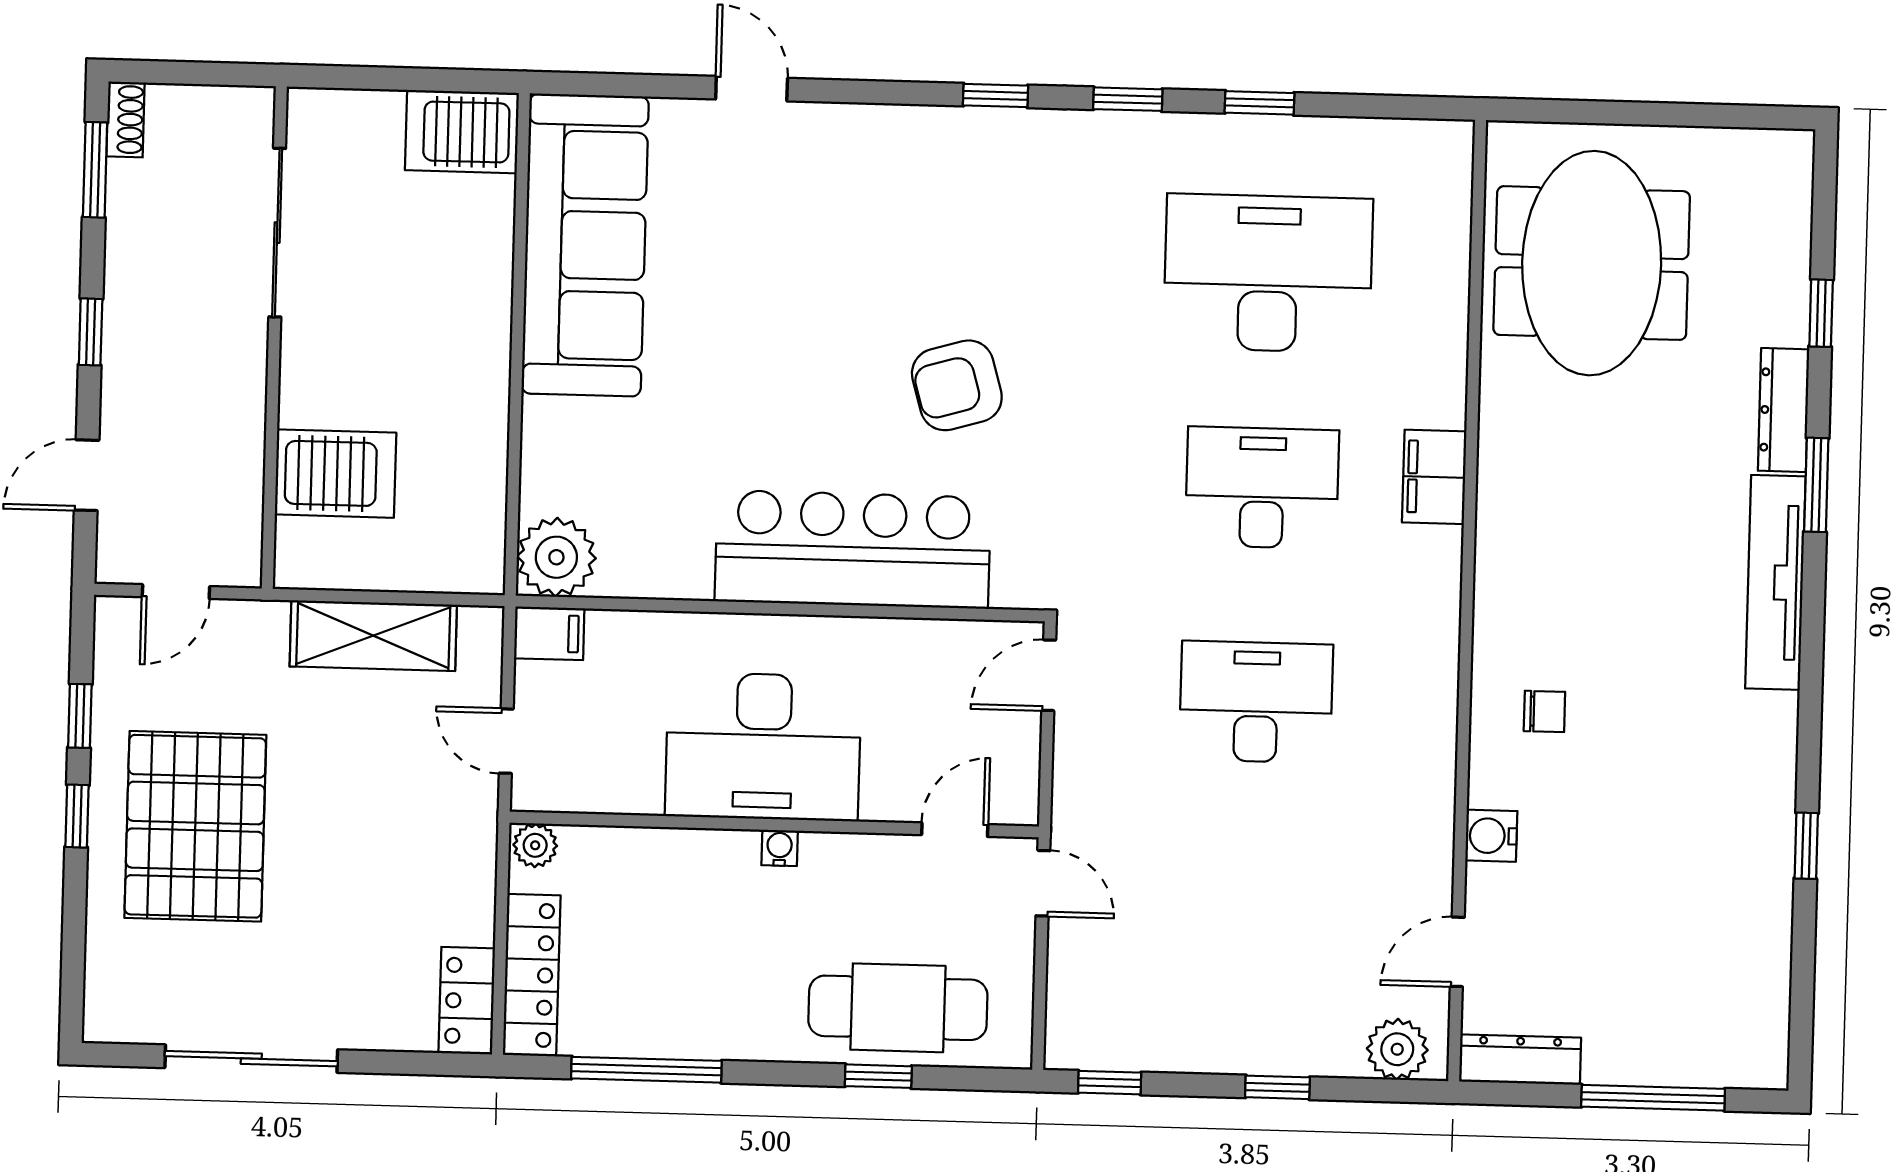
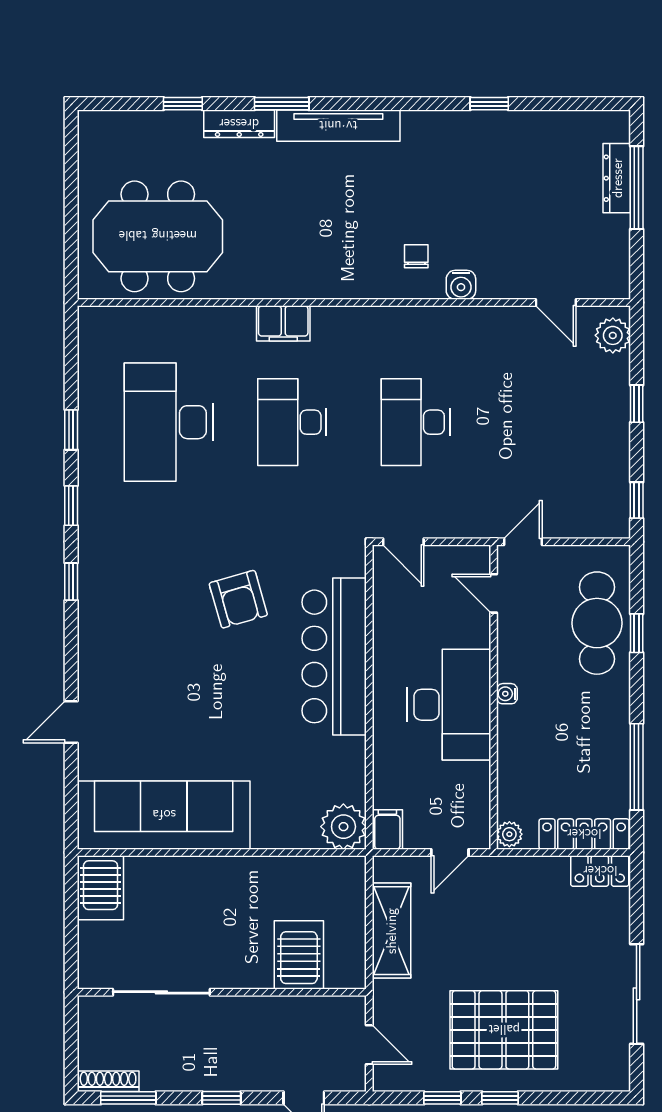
shoe rack: (126, 119) -> (108, 1081), width x1.43
water cooler: (1491, 836) -> (461, 285), moved
dresser: (1520, 1060) -> (617, 178), moved

